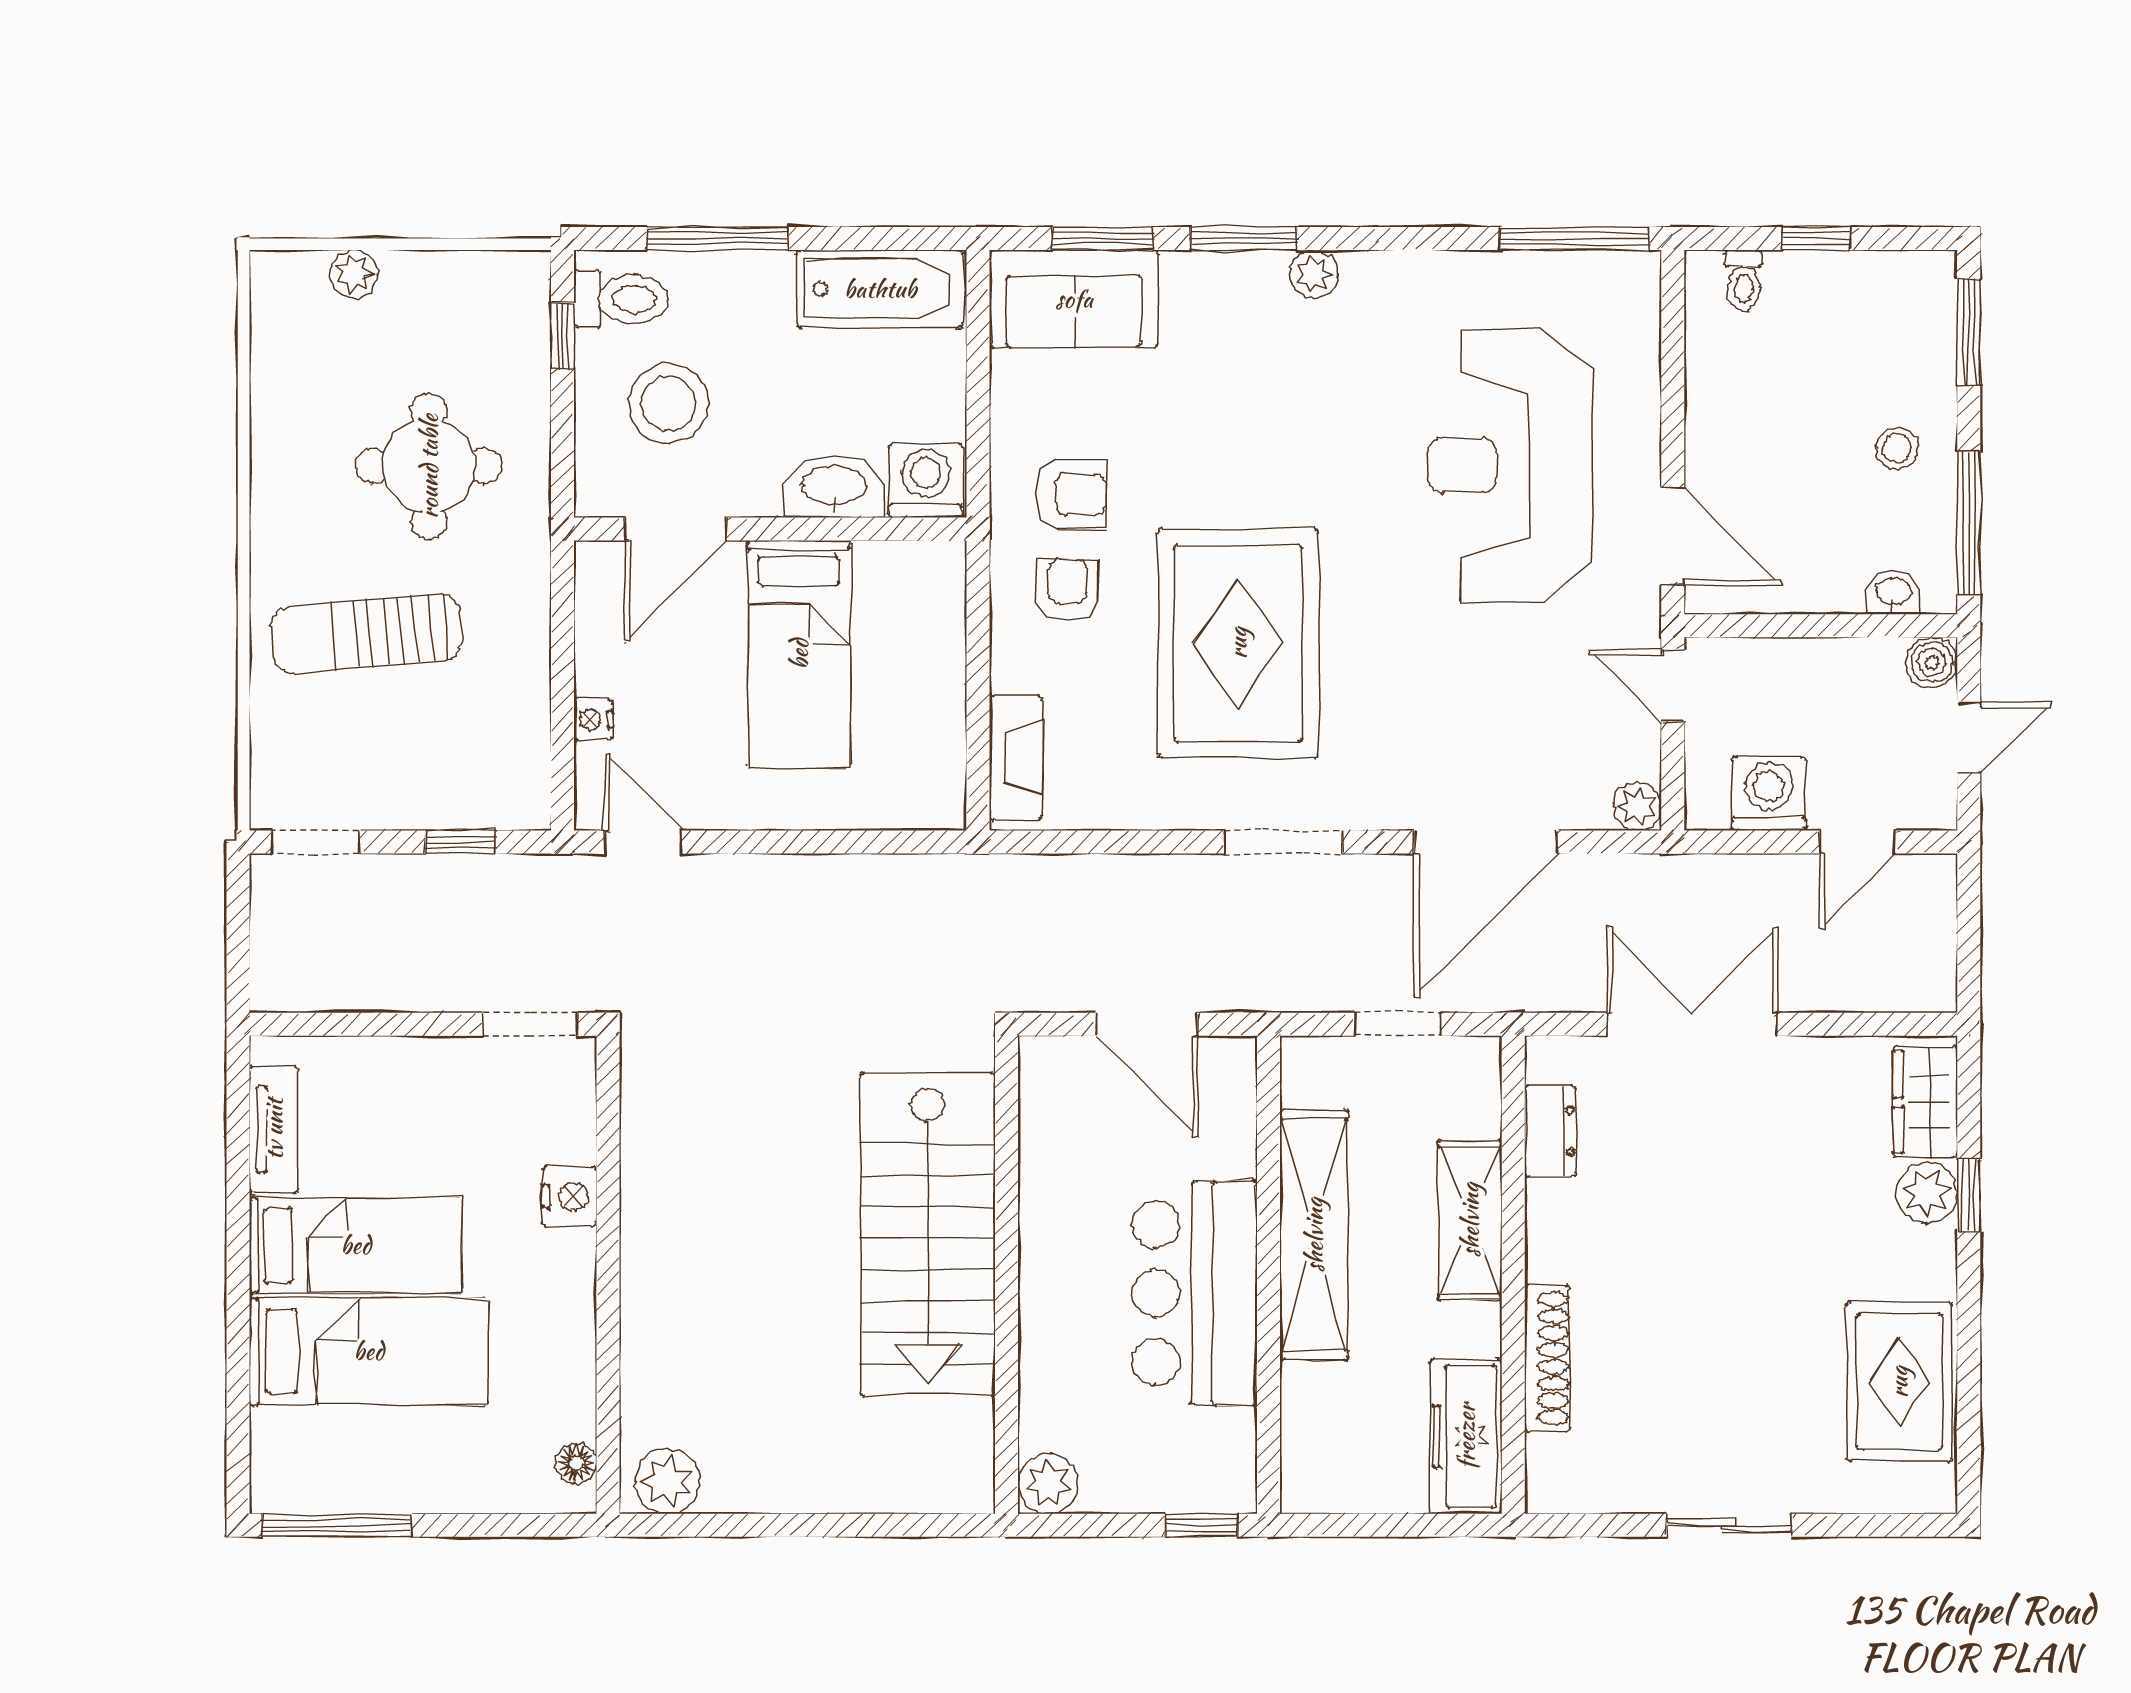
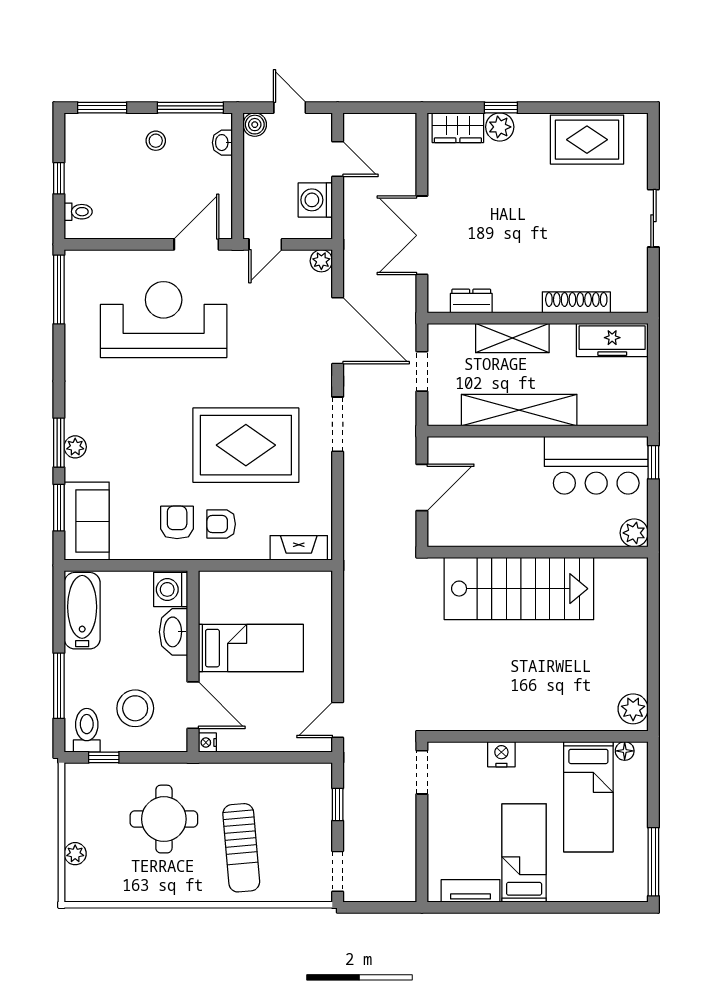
plant: (1314, 274) -> (75, 447), moved
reception desk: (1510, 465) -> (164, 320), turned 180
nightstand: (593, 719) -> (207, 743), moved, turned 90
bar counter: (1195, 1293) -> (596, 465), moved
bed: (369, 1351) -> (588, 797), moved, turned 180

